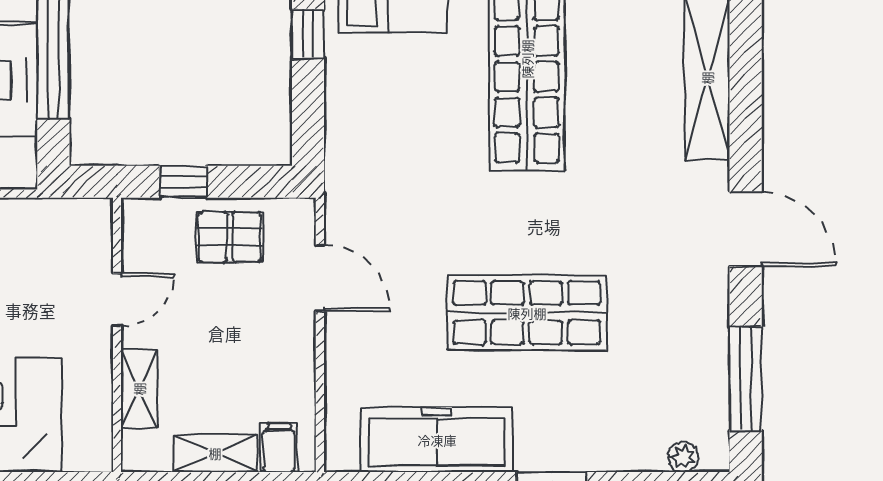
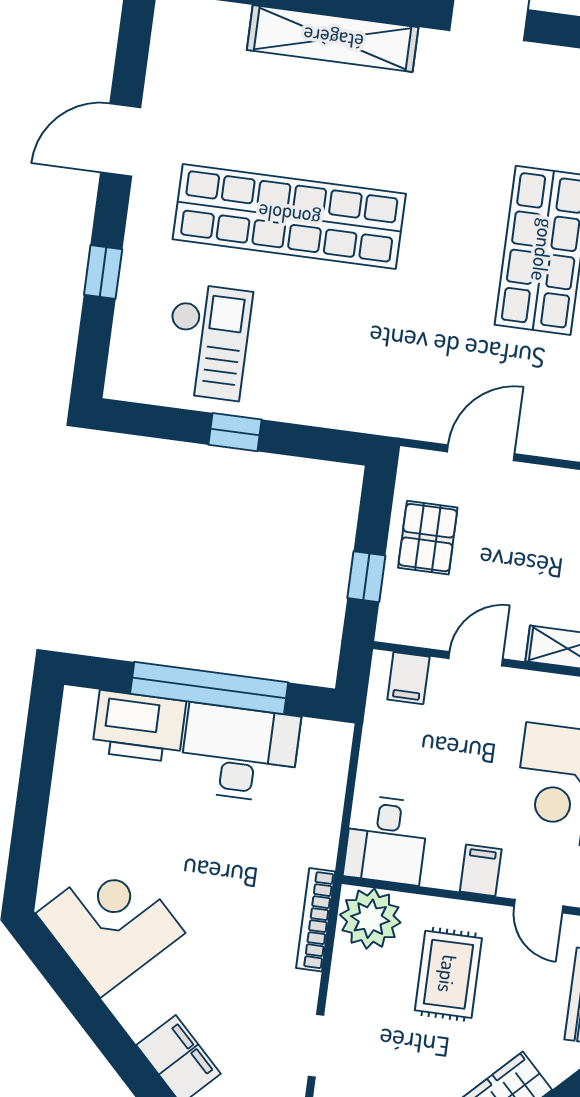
filing cabinet: (89, 236) -> (408, 678), added
door: (117, 300) -> (476, 659), hinge flipped

